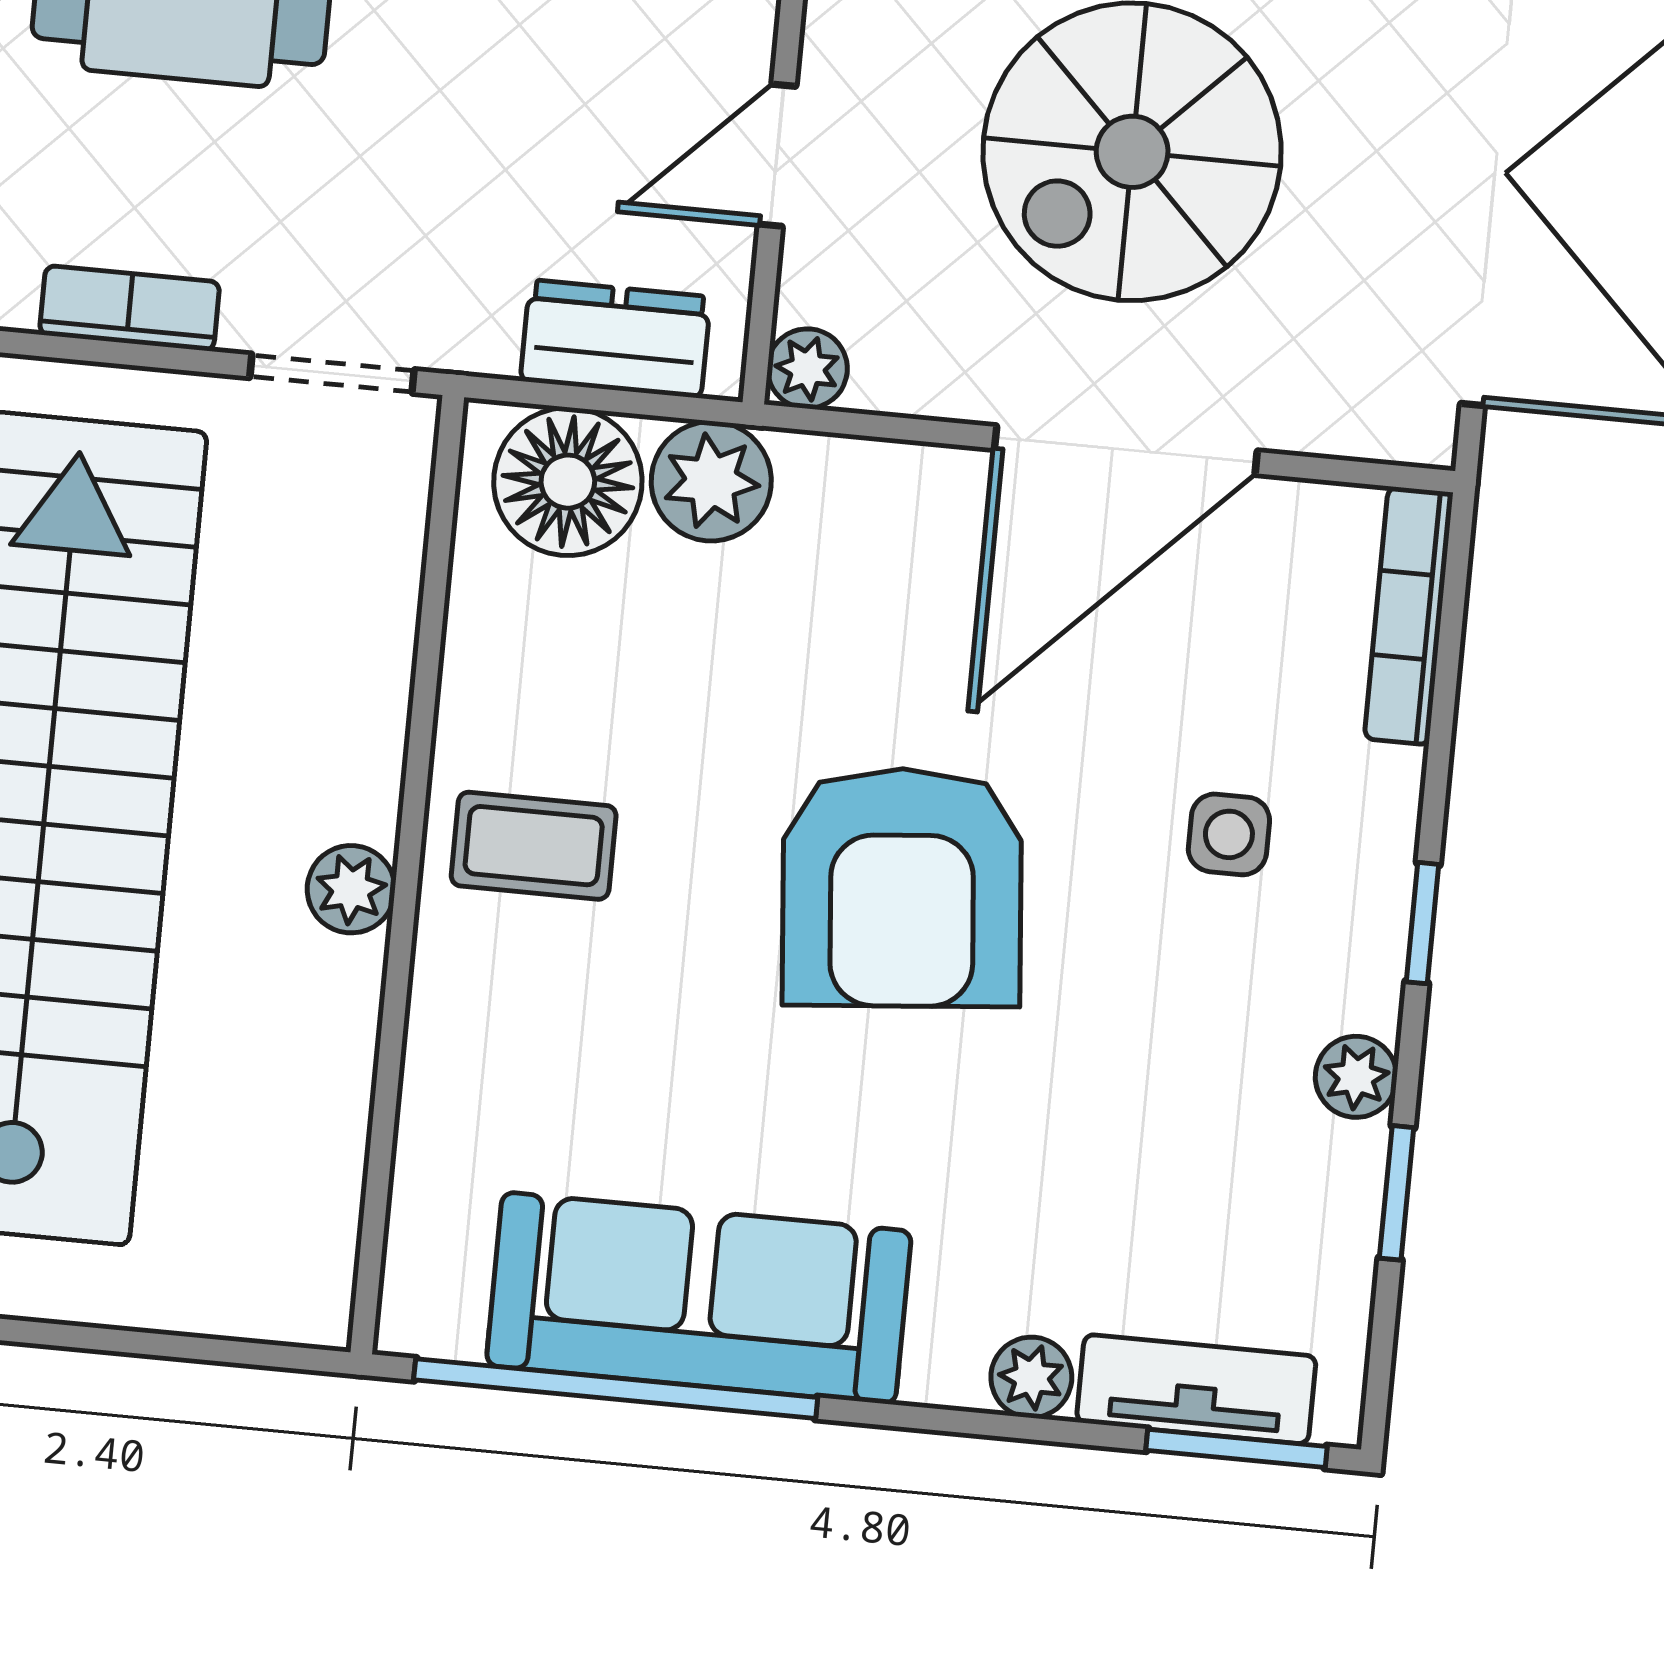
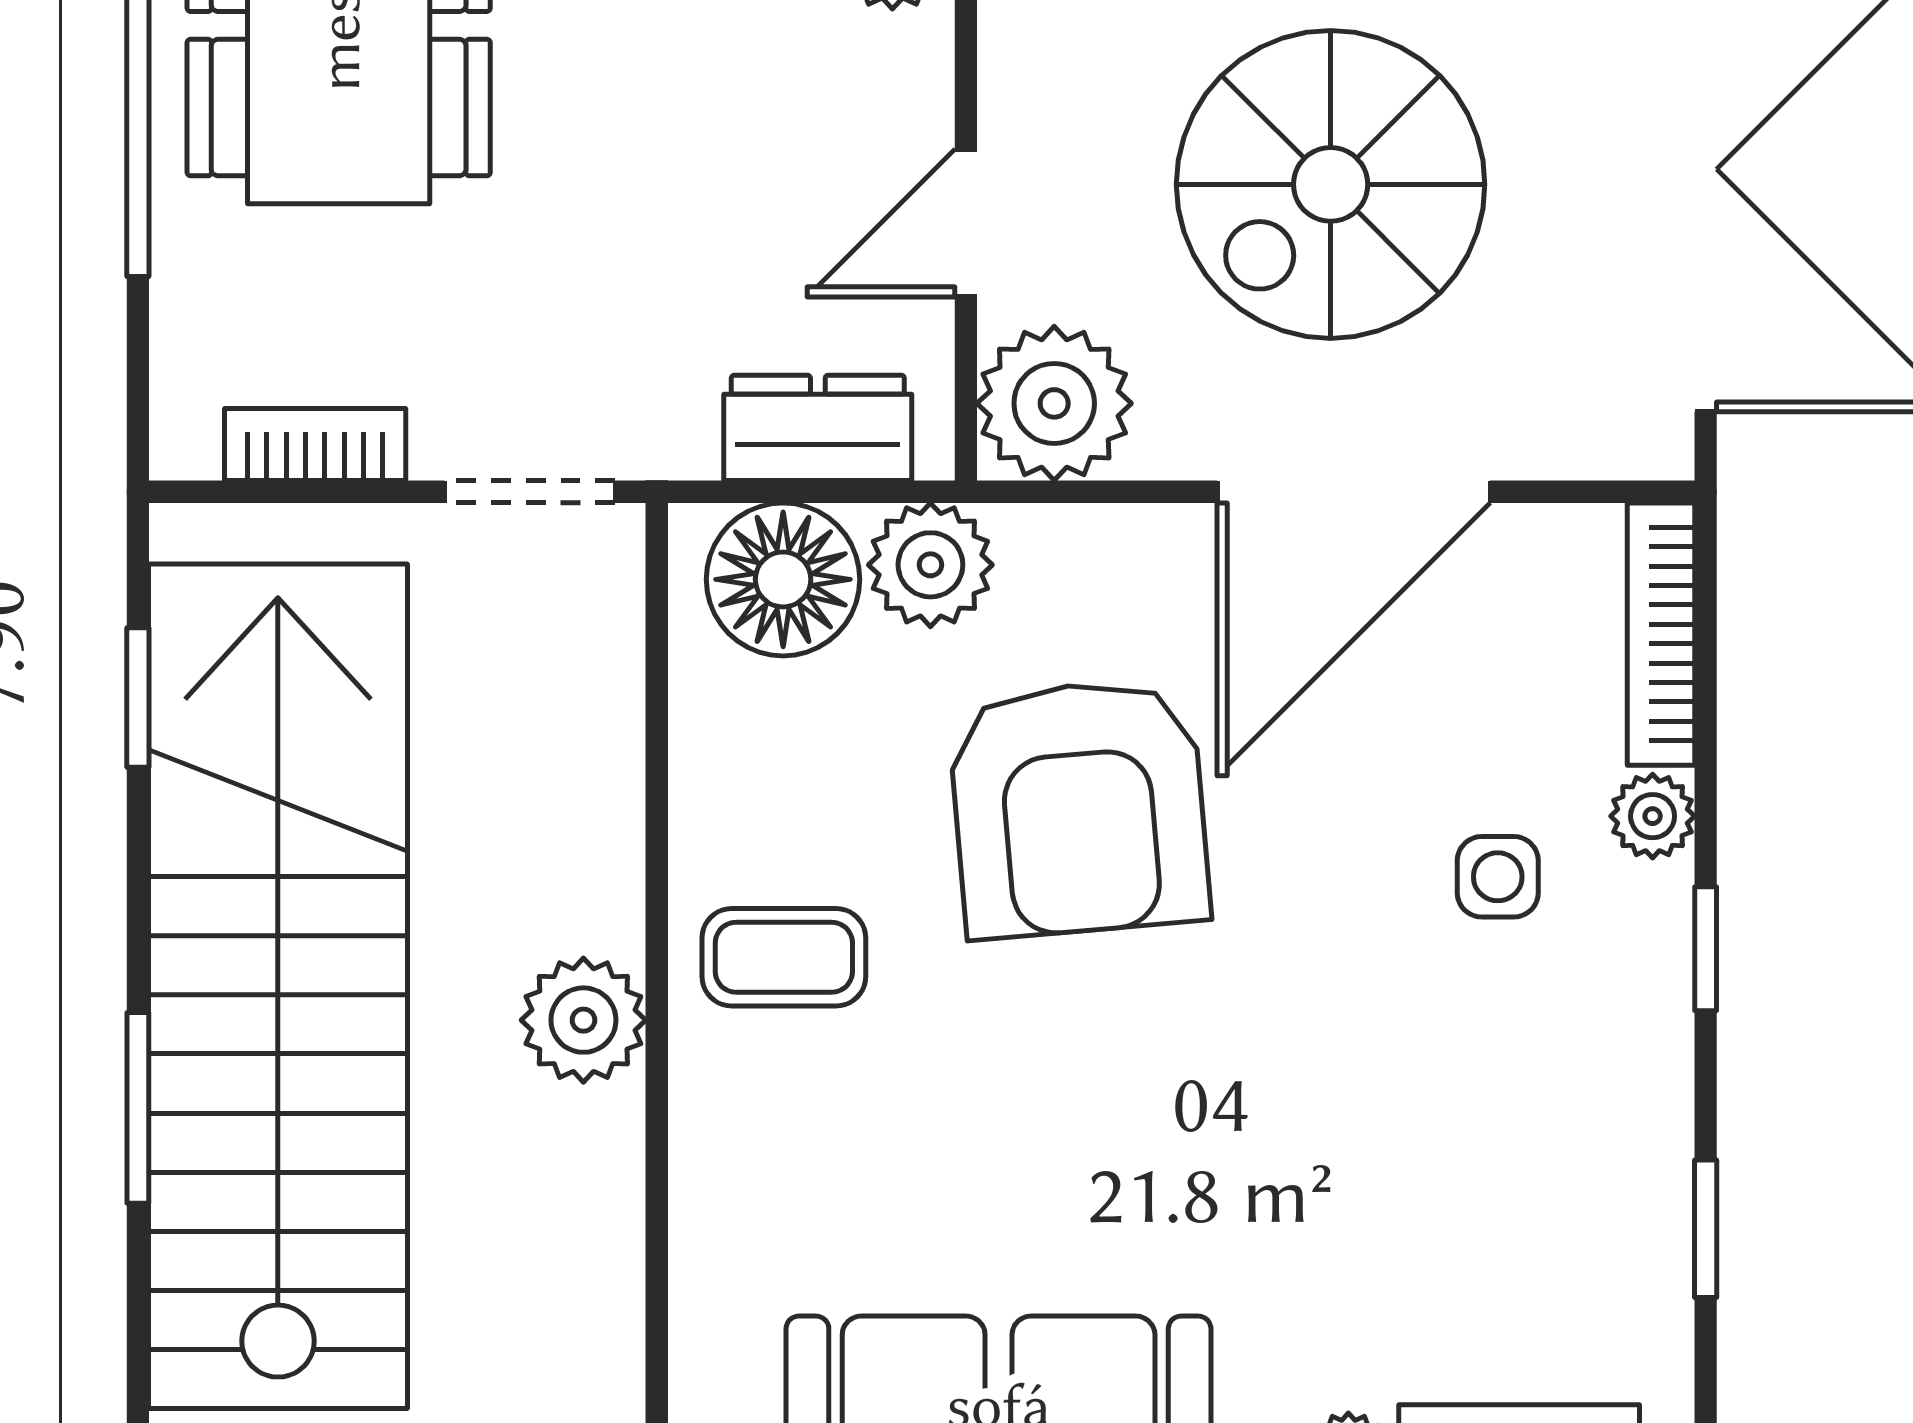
plant: (807, 369) -> (1054, 403), width x1.88, depth x1.88
armchair: (902, 887) -> (1079, 808), moved
plant: (351, 889) -> (583, 1020), width x1.38, depth x1.38
plant: (1356, 1077) -> (1653, 816), moved

